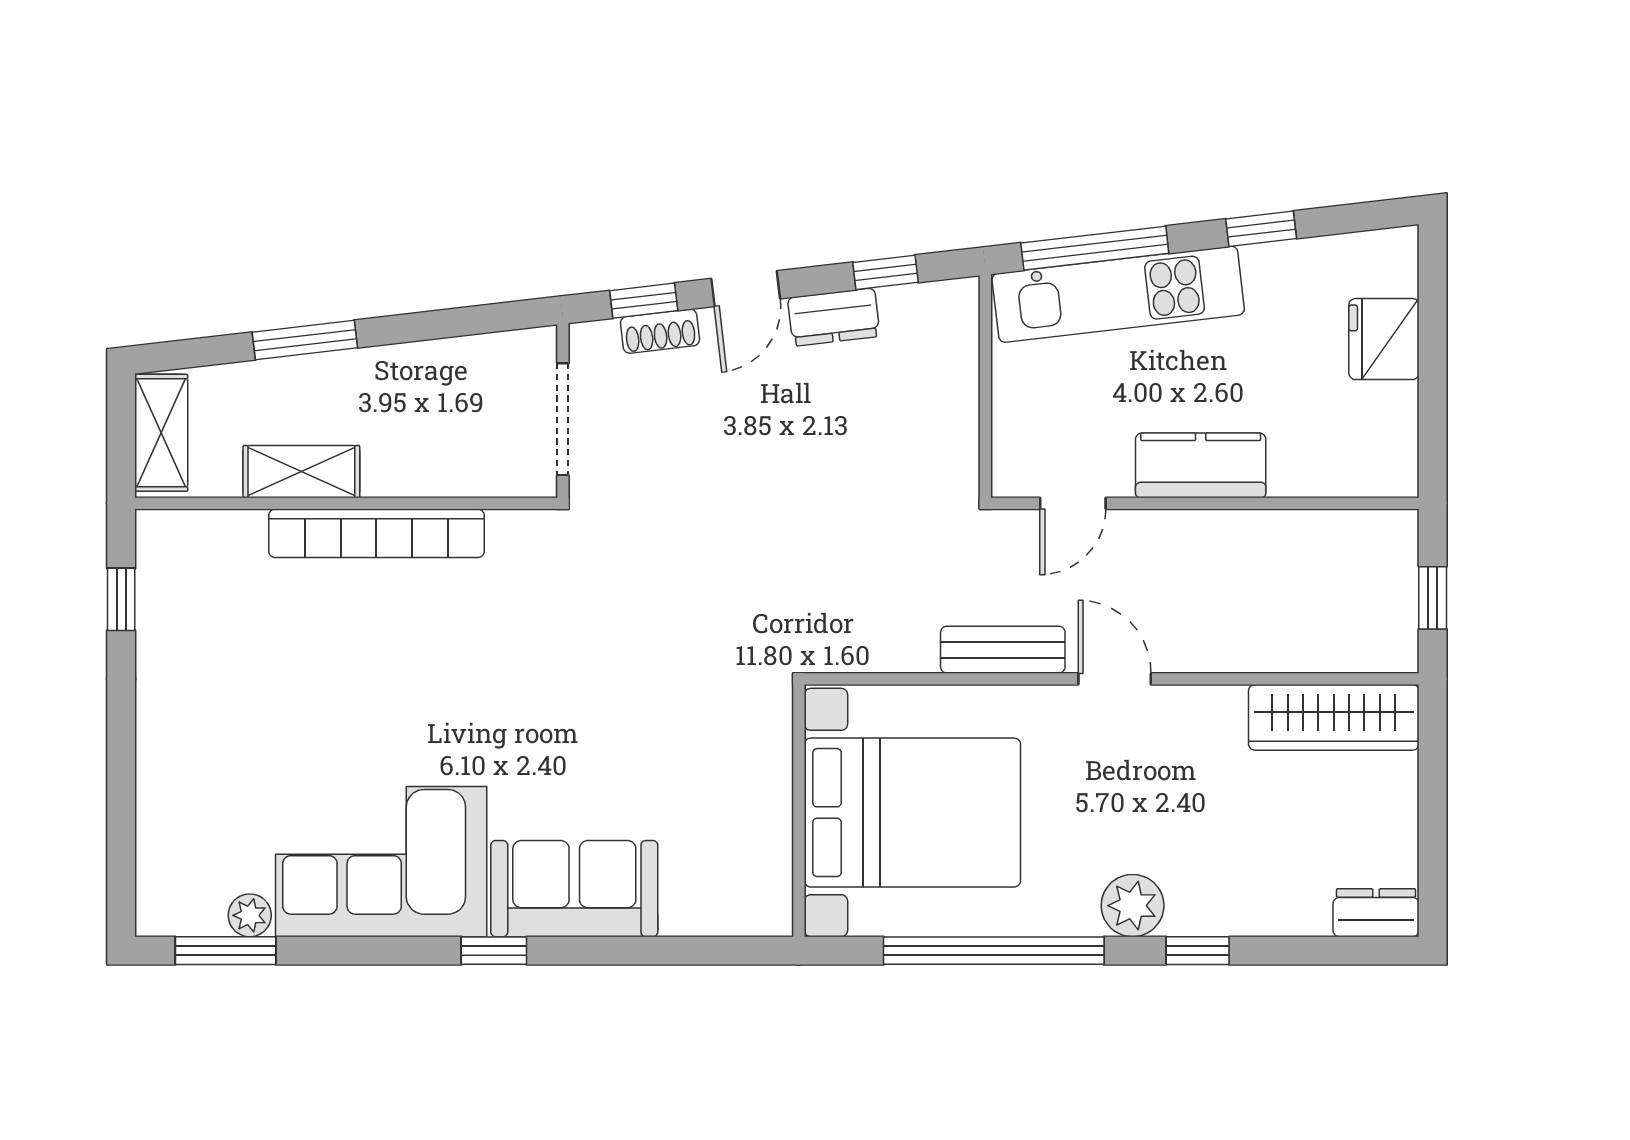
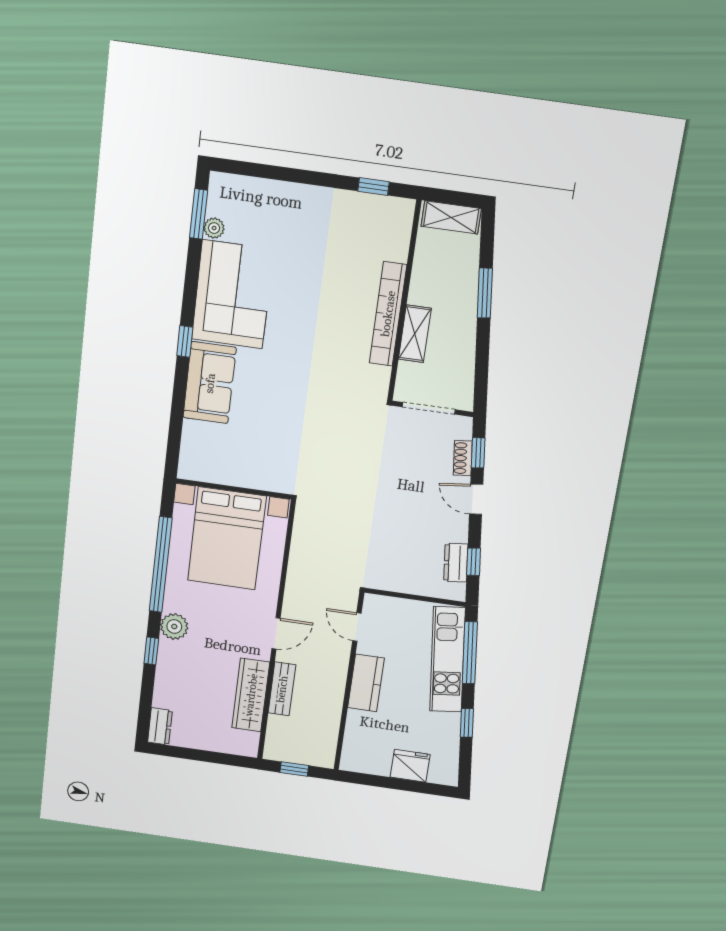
dresser: (834, 317) -> (456, 563), moved
shelving: (301, 472) -> (415, 334), moved
bench: (1003, 650) -> (282, 689), moved
wardrobe: (1334, 717) -> (251, 695), moved

